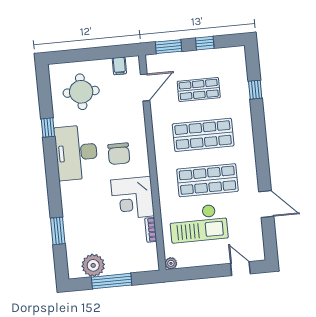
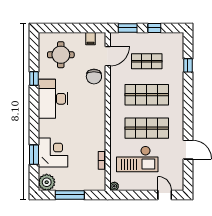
chair: (119, 154) -> (94, 77), moved
corner desk: (133, 198) -> (53, 152), moved, turned 180
plant: (93, 265) -> (47, 182), moved

